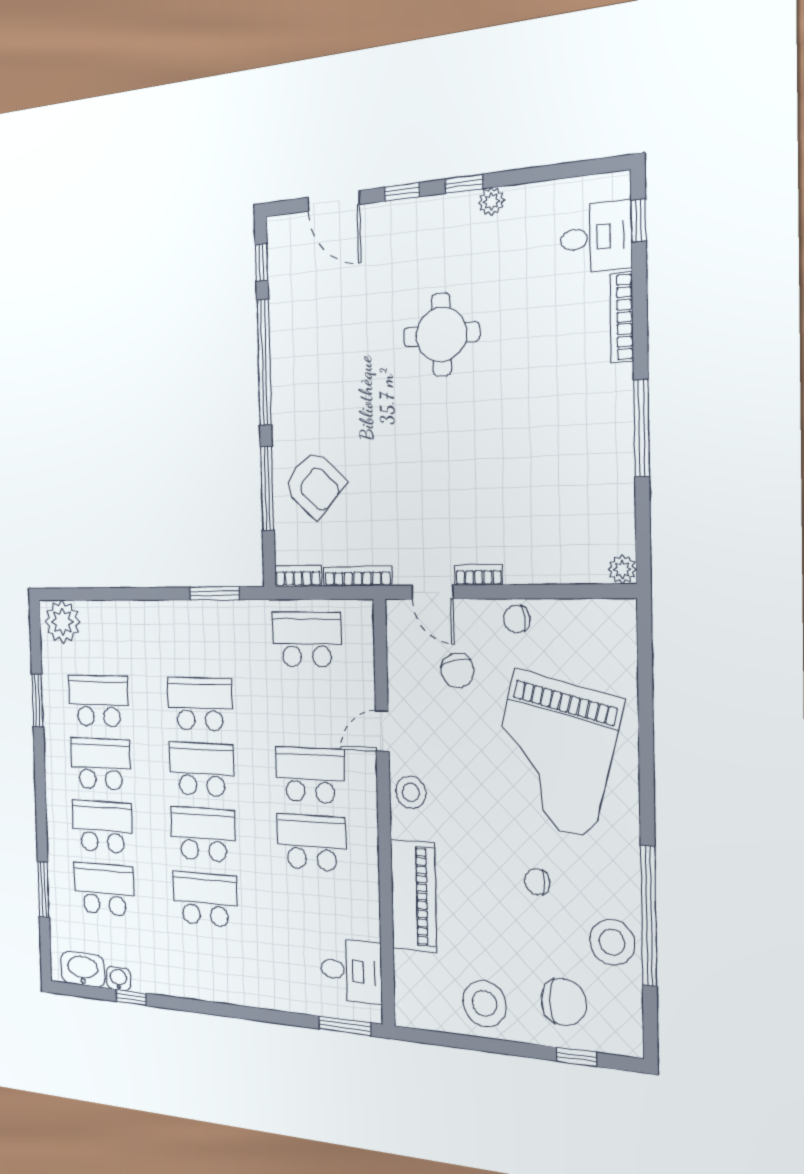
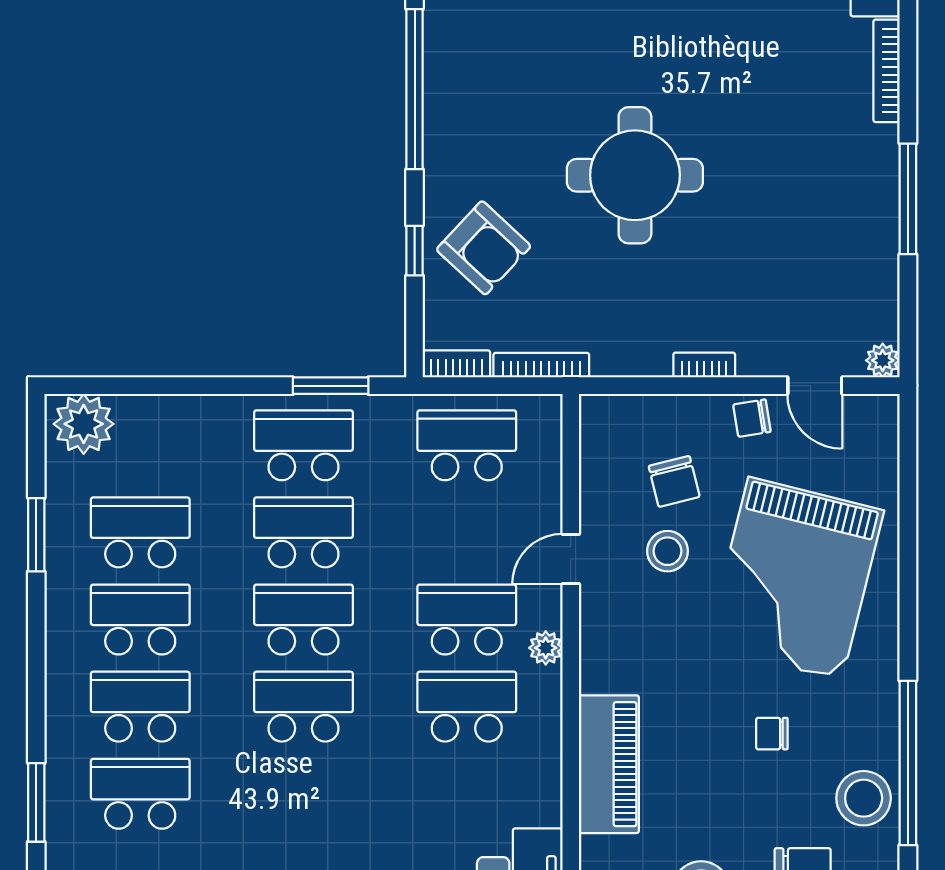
round table: (441, 334) -> (635, 175), moved, width x1.36, depth x1.36
window: (267, 488) -> (415, 251), width x0.46
door: (433, 592) -> (815, 386), moved
stool: (411, 792) -> (667, 551), moved
plant: (366, 800) -> (546, 648), added
school desk: (205, 899) -> (303, 445), moved

